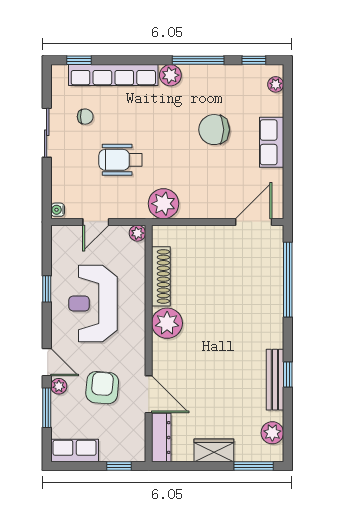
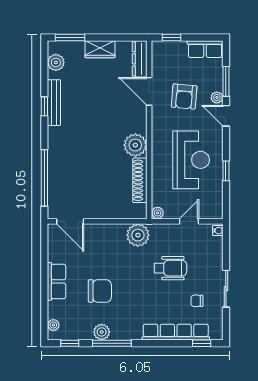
plant: (170, 75) -> (102, 332), moved
door: (254, 222) -> (70, 221), hinge flipped

